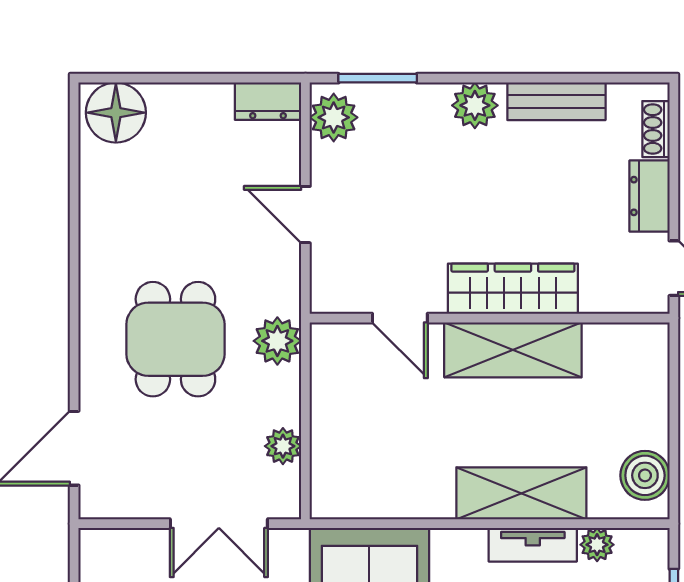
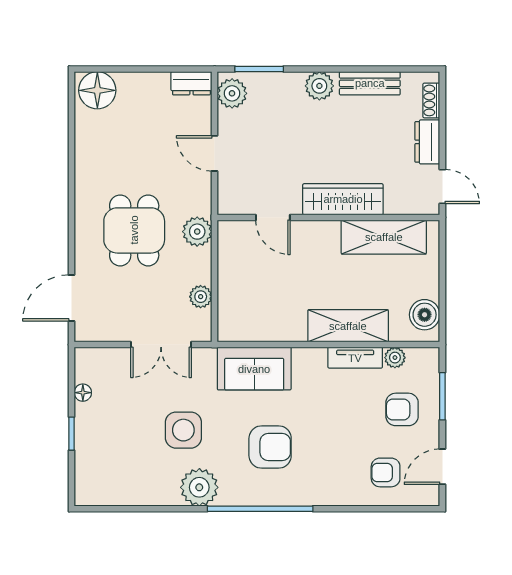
shelving: (513, 350) -> (384, 237), moved

